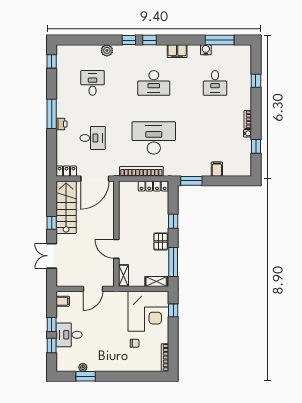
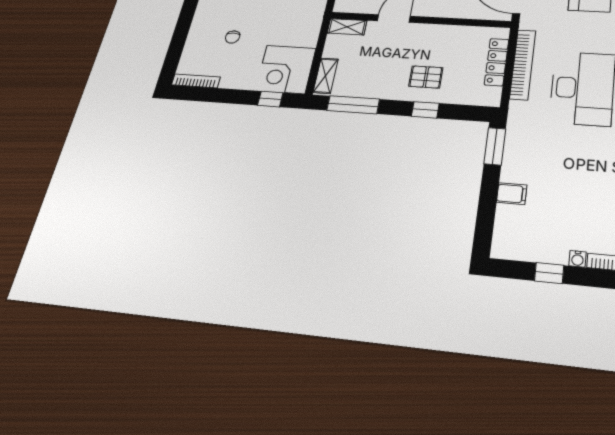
locker: (153, 186) -> (497, 62), moved
pallet: (161, 241) -> (426, 77), moved
corner desk: (148, 311) -> (286, 69), width x0.74, depth x0.74

